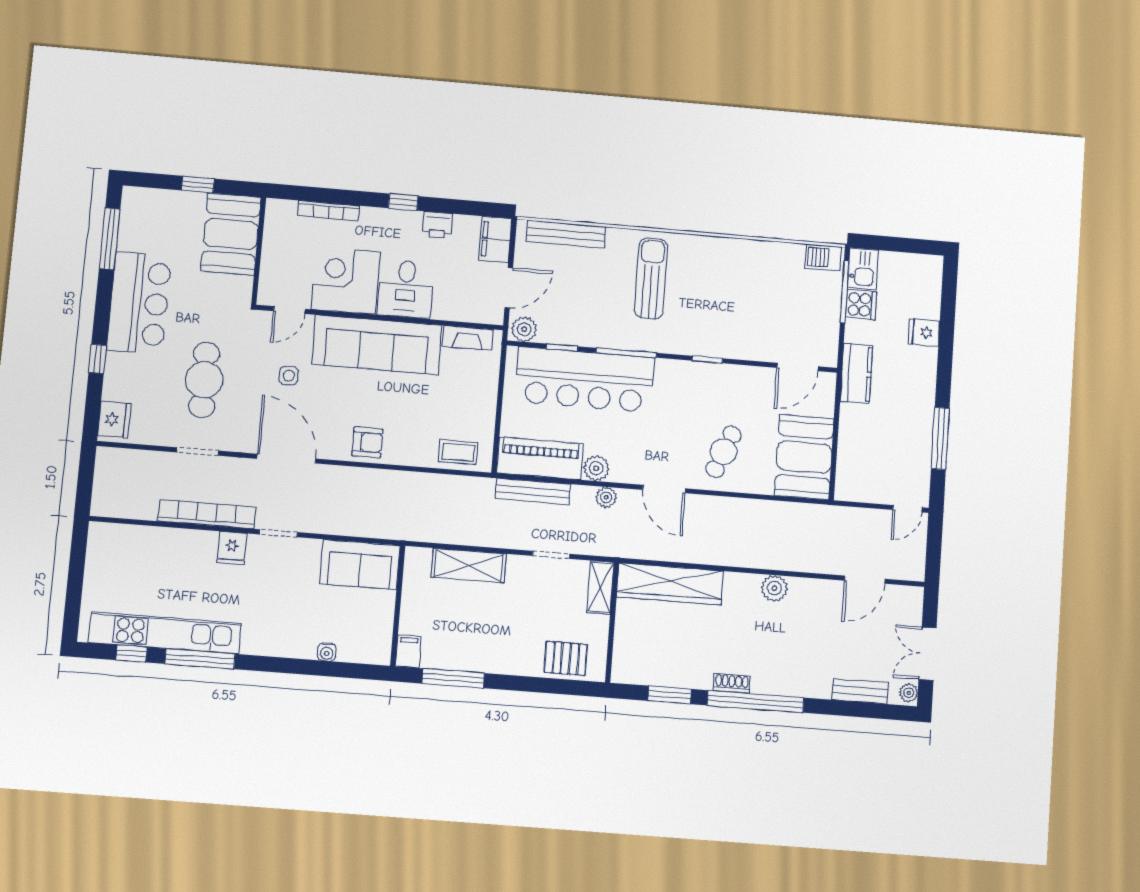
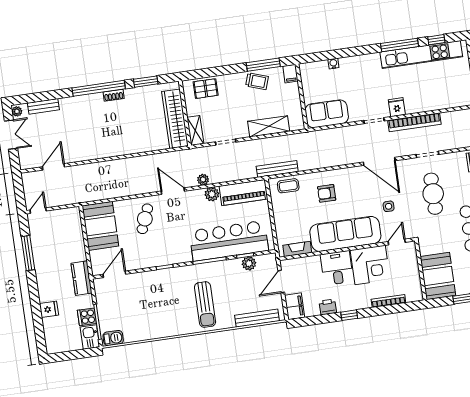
plant: (524, 329) -> (249, 263), moved
armchair: (367, 442) -> (327, 193), moved
bench: (533, 491) -> (277, 169), moved
wardrobe: (670, 584) -> (175, 119), moved, turned -90
plant: (774, 588) -> (101, 151), removed
trolley: (471, 651) -> (257, 81), added

